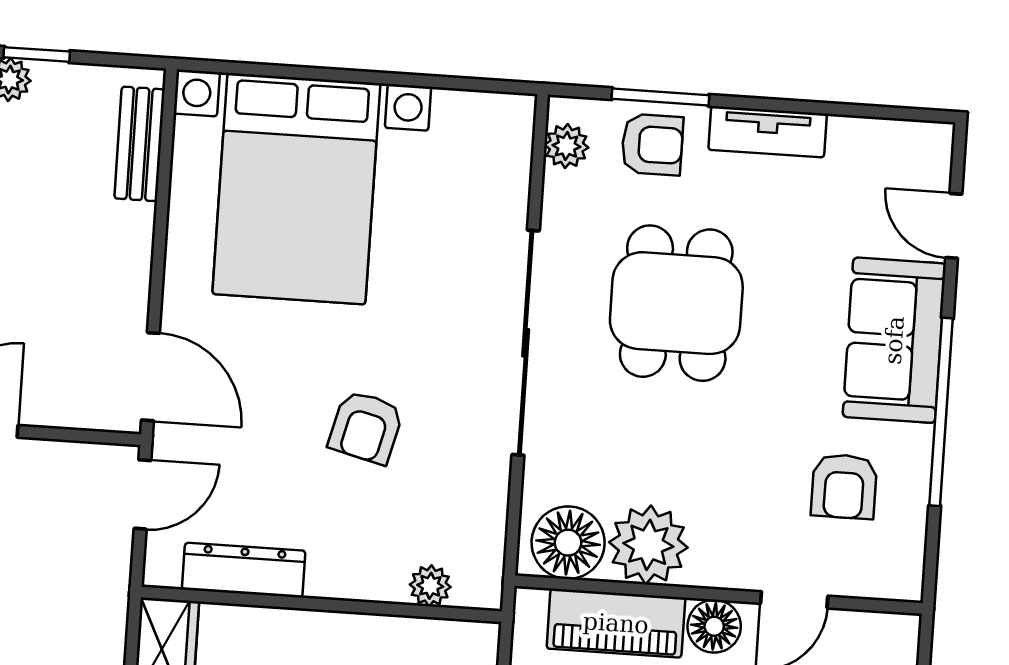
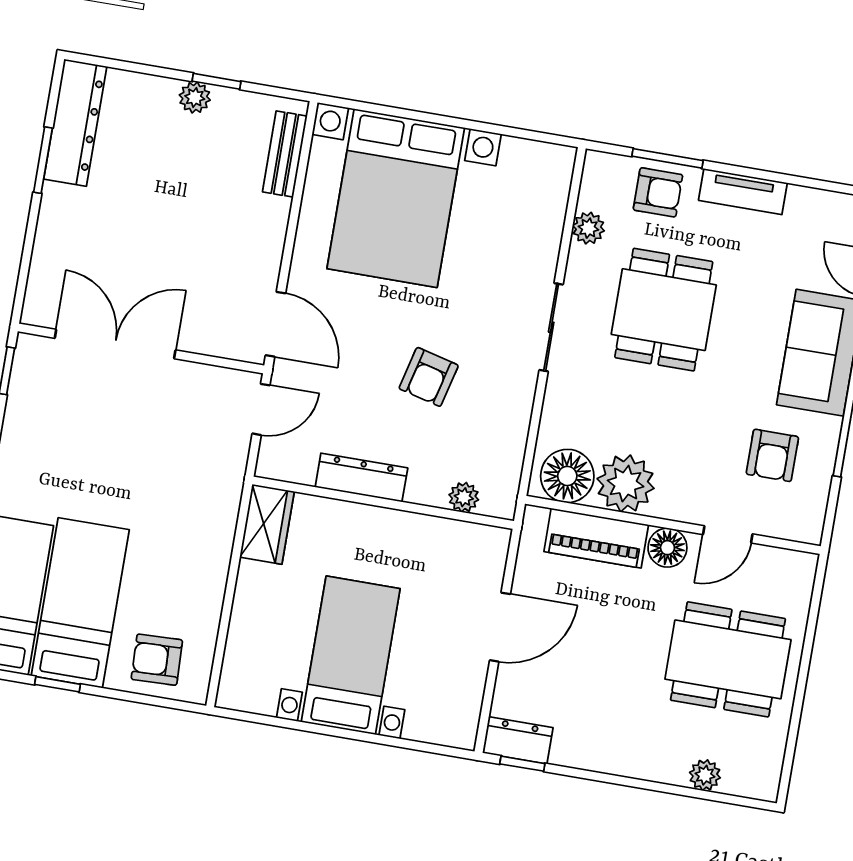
plant: (566, 146) -> (588, 228), moved
sliding door: (526, 343) -> (551, 327), width x0.54
dresser: (244, 570) -> (361, 478), moved

